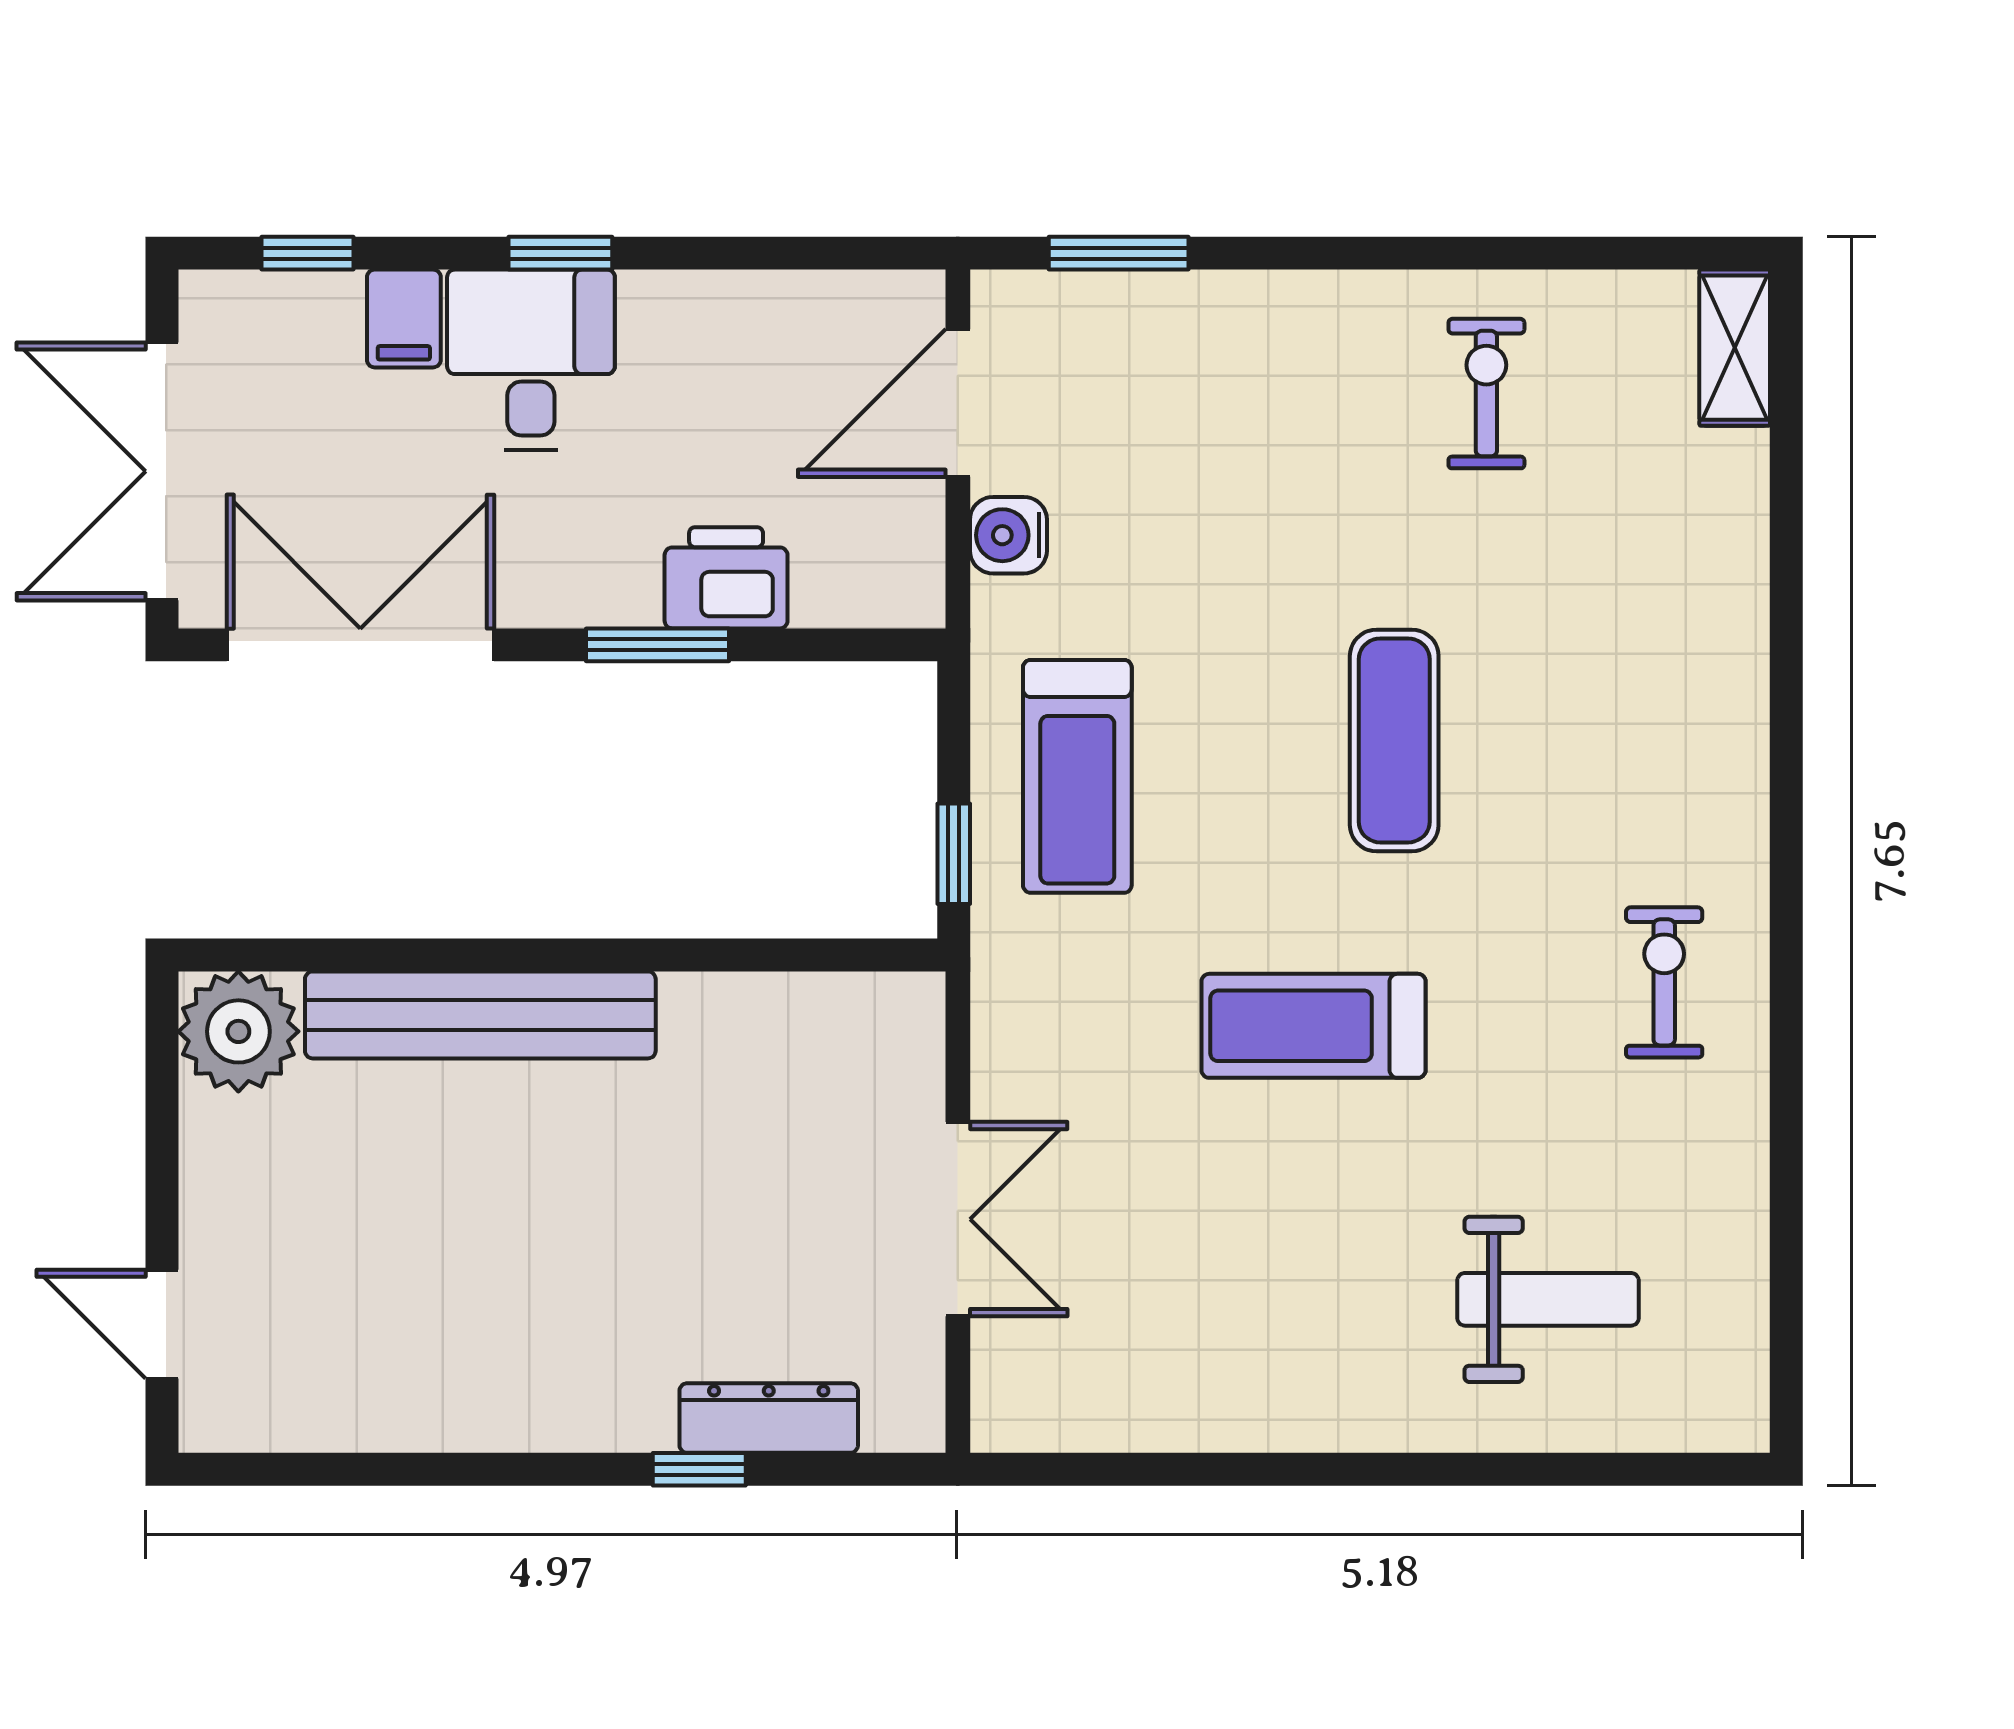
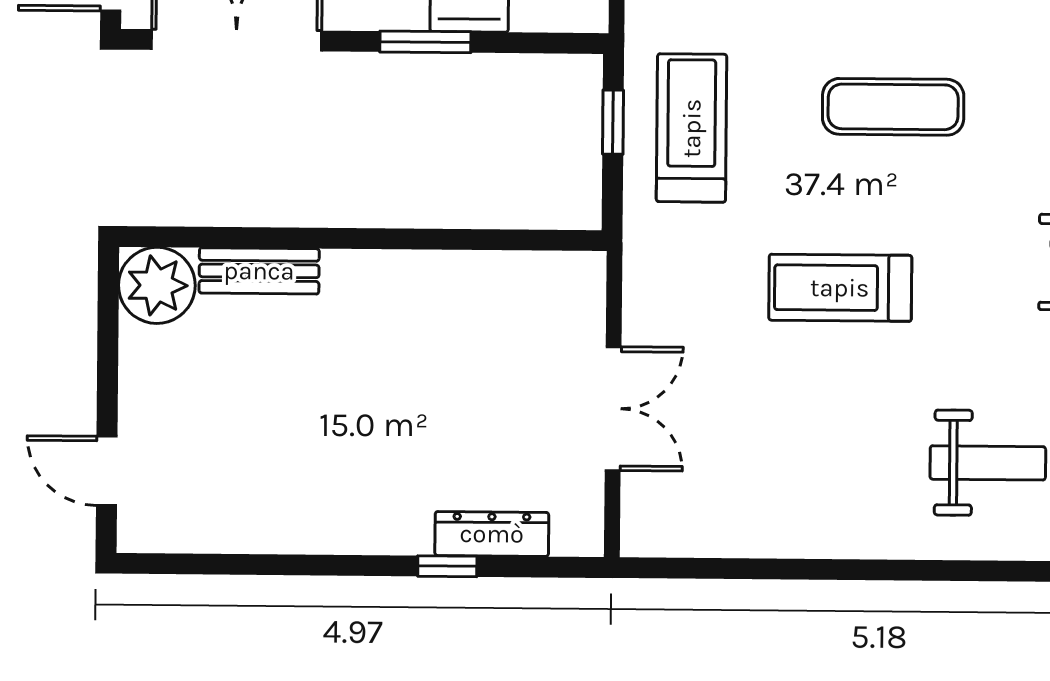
exercise mat: (1394, 740) -> (893, 107), turned 90
treadmill: (1077, 776) -> (692, 128), turned 180
window: (954, 854) -> (613, 122), moved
bench: (480, 1015) -> (259, 271), width x0.54, depth x0.82

